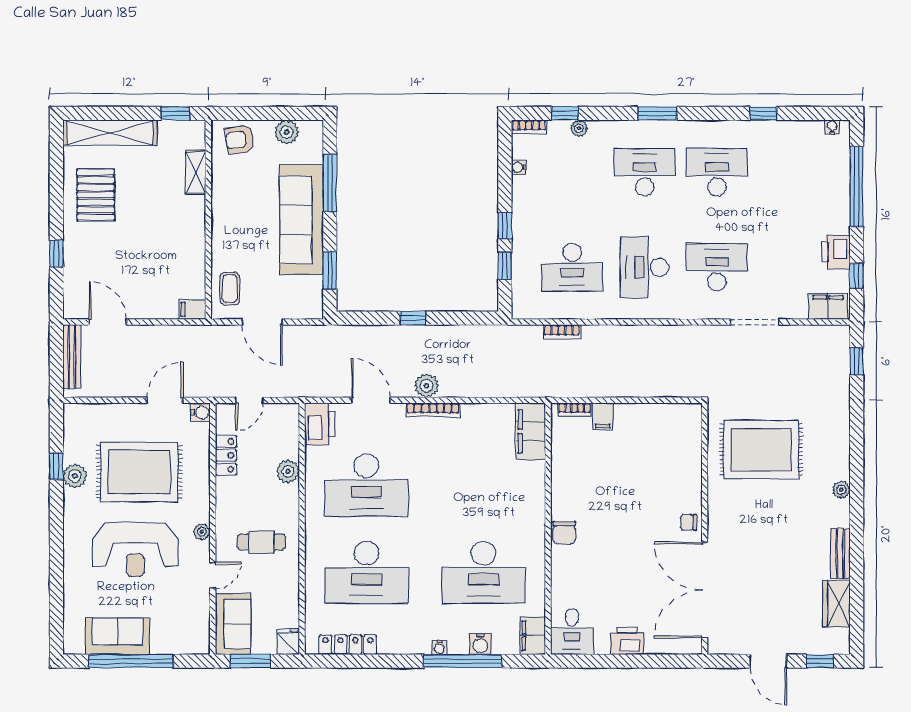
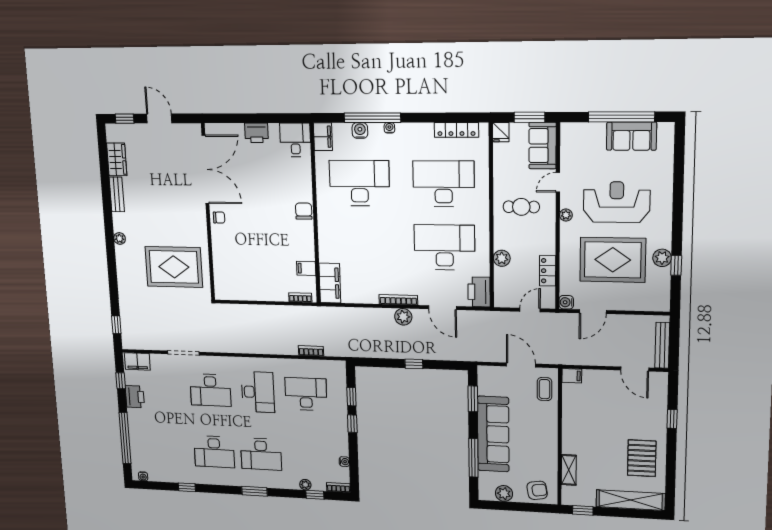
filing cabinet: (603, 416) -> (306, 268), moved, turned -90

